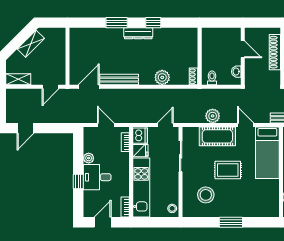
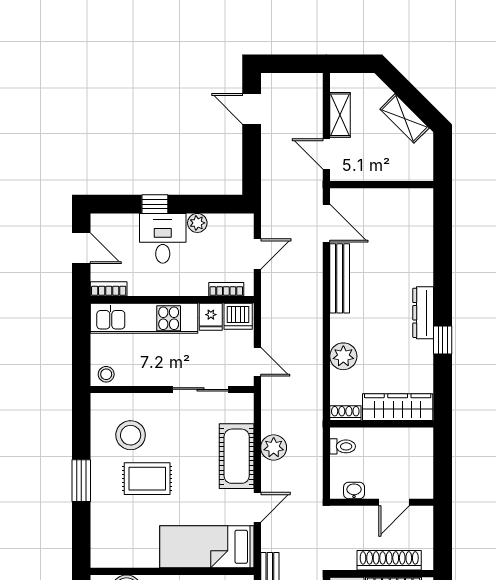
window: (117, 23) -> (443, 274), removed
wardrobe: (190, 47) -> (398, 407), added
shelving: (18, 79) -> (340, 115), moved
rug: (228, 170) -> (147, 479), moved, turned 90

